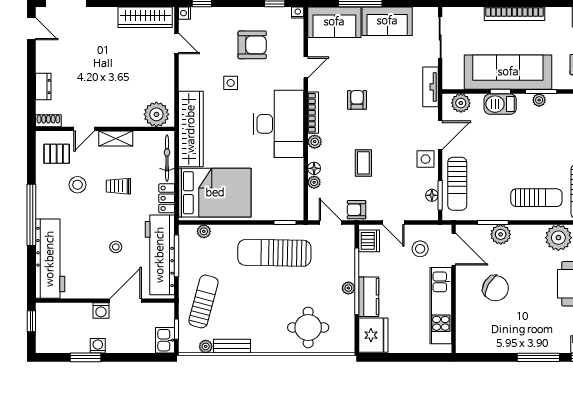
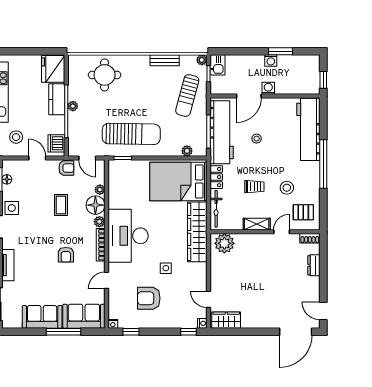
wardrobe: (145, 17) -> (226, 320), width x0.67
floor lamp: (314, 168) -> (95, 205), width x1.89, depth x1.89
plant: (206, 346) -> (202, 60), moved

